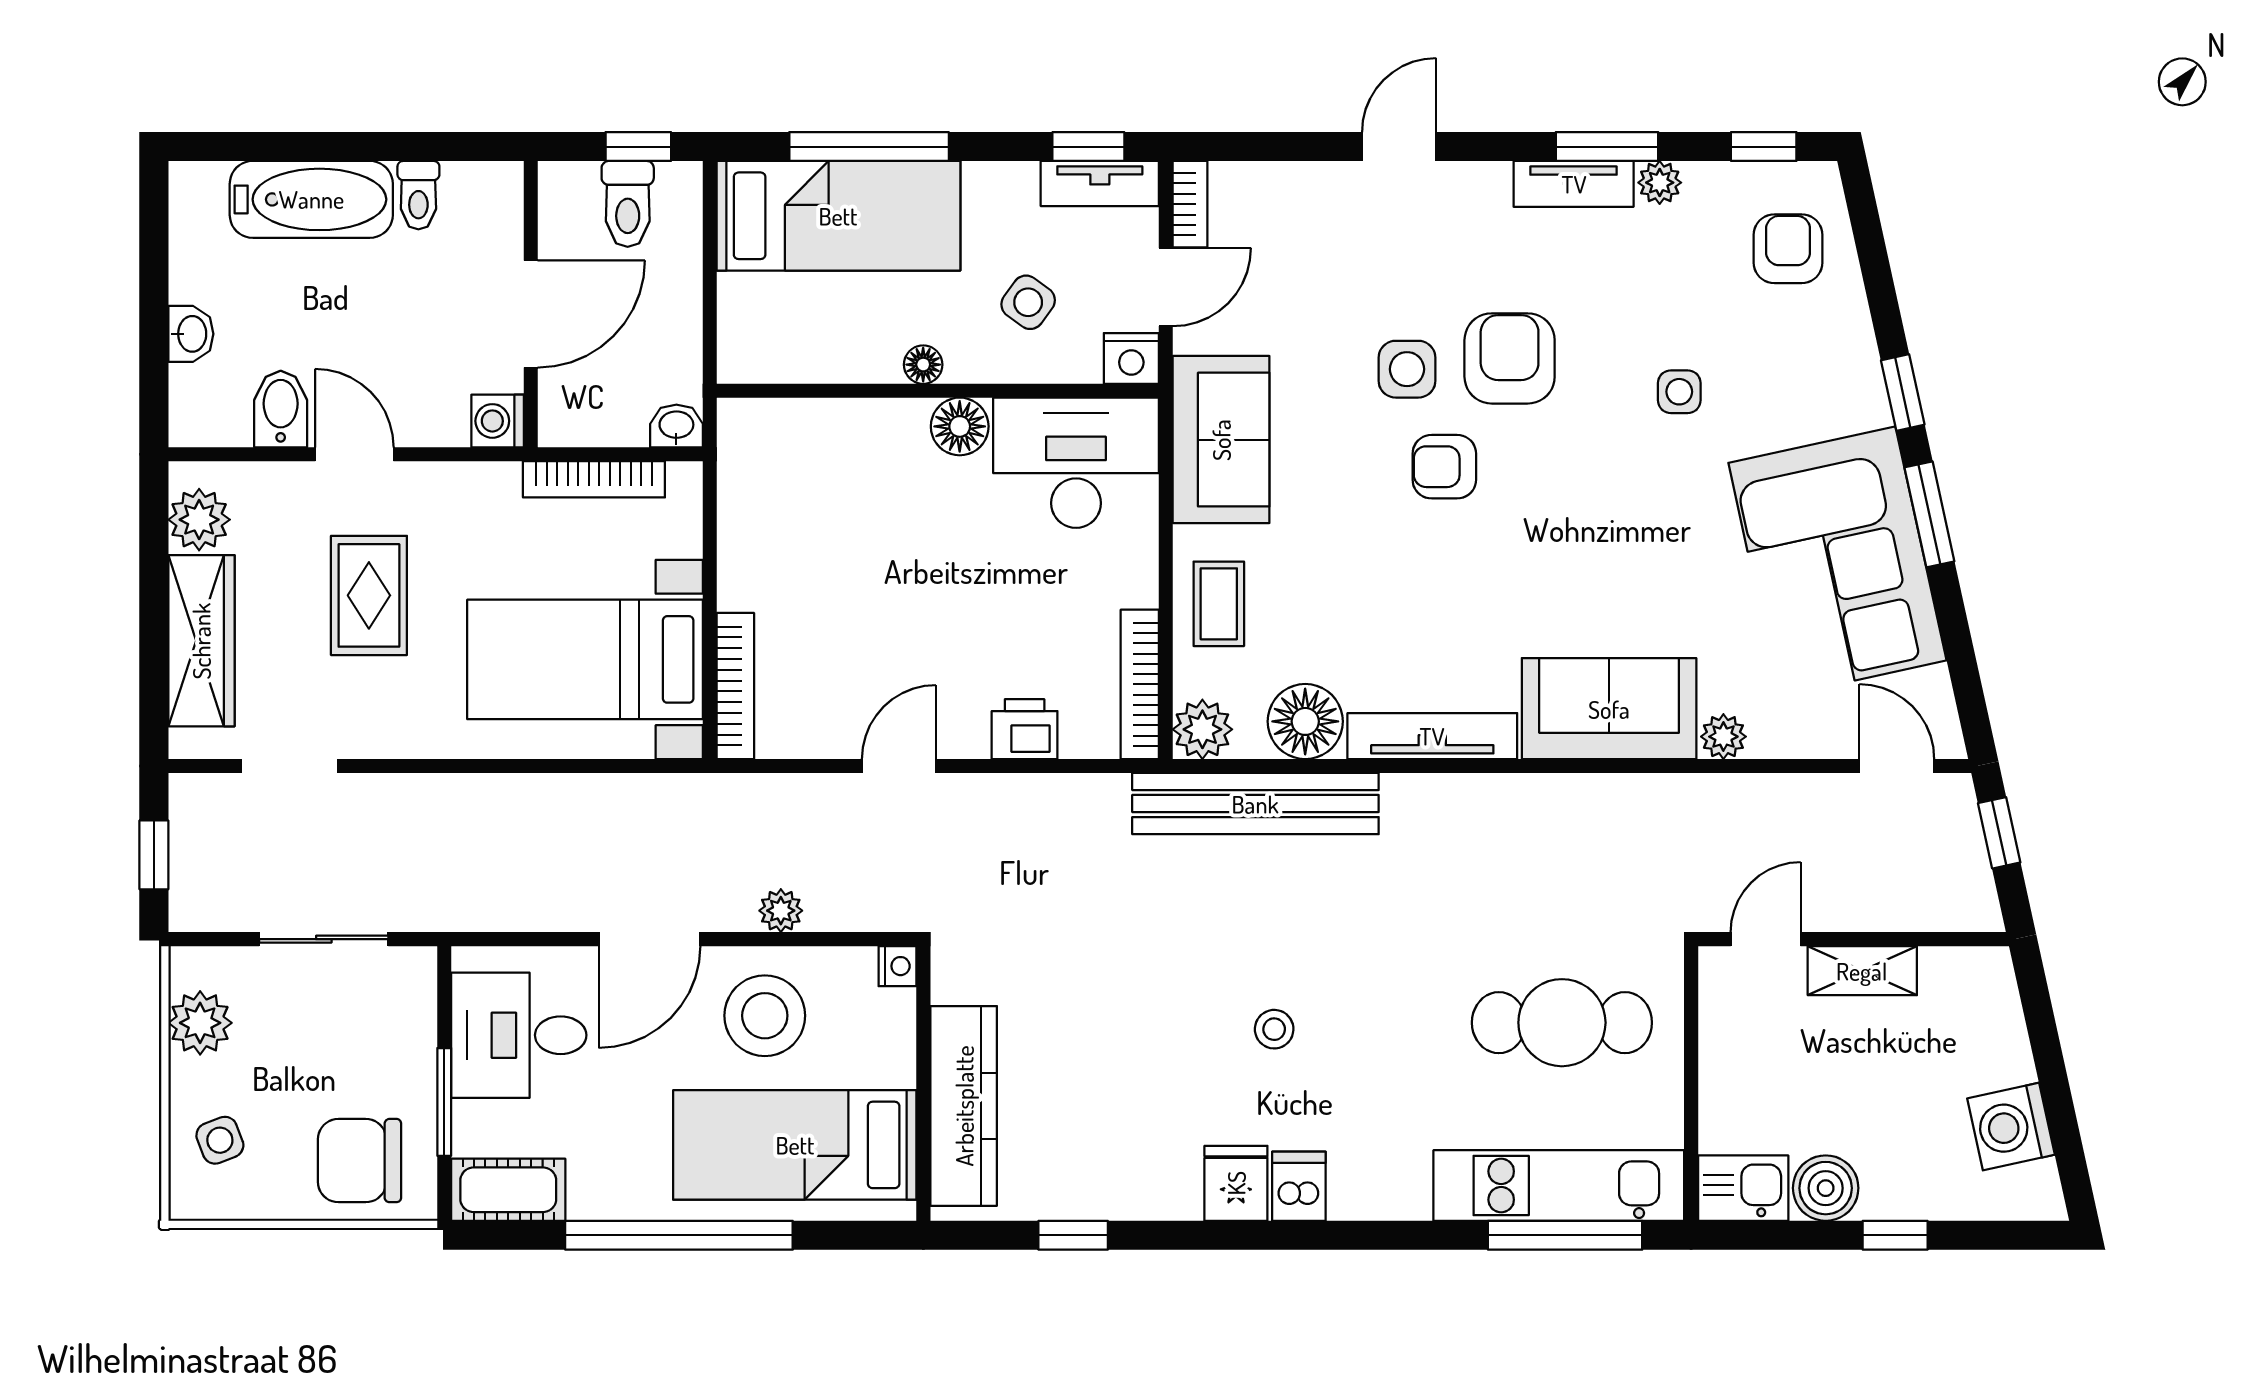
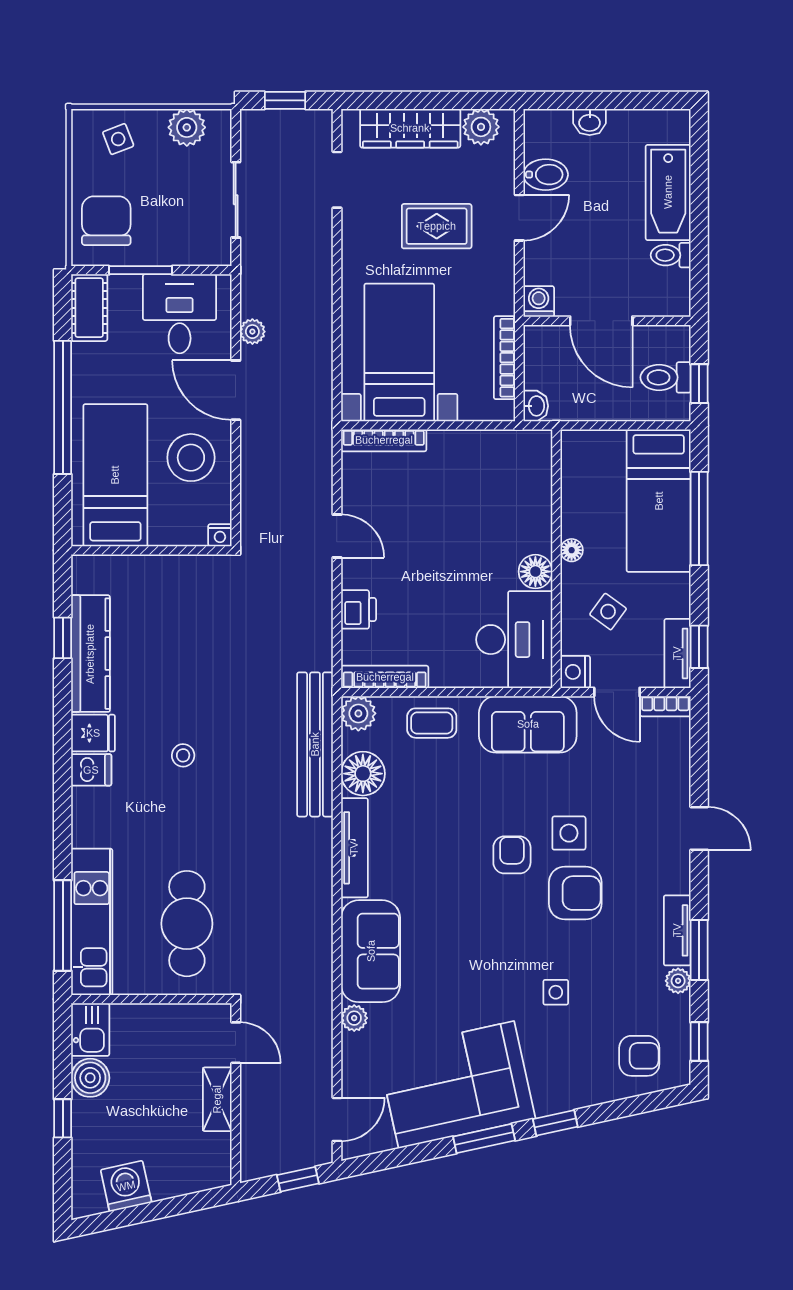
plant: (781, 911) -> (252, 332), moved
kitchen counter: (964, 1106) -> (90, 654), moved, turned -90

